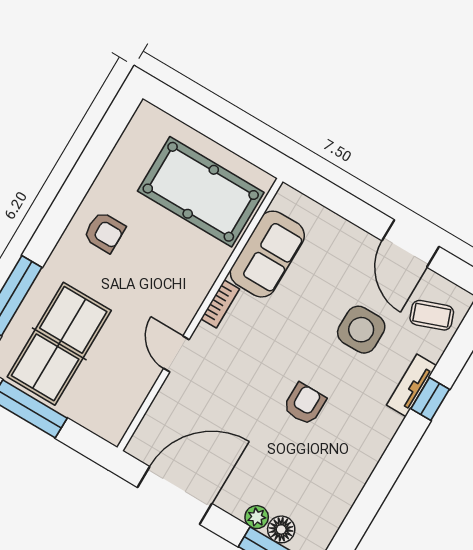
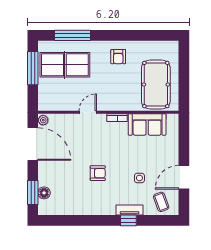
side table: (361, 330) -> (139, 178), width x0.54, depth x0.54
plant: (257, 517) -> (43, 120), moved

